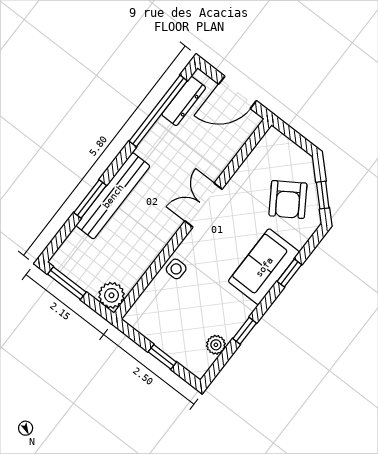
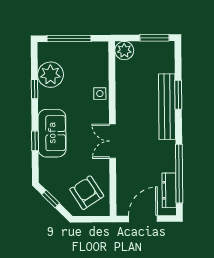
armchair: (288, 200) -> (87, 193), moved
double door: (204, 205) -> (113, 141), swing flipped
plant: (216, 345) -> (50, 75), width x1.88, depth x1.88
window: (162, 357) -> (69, 39), width x2.17

